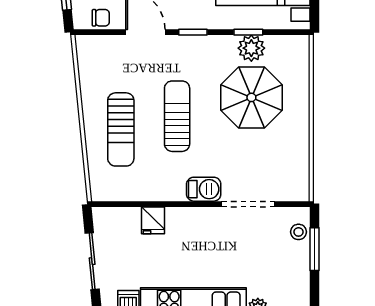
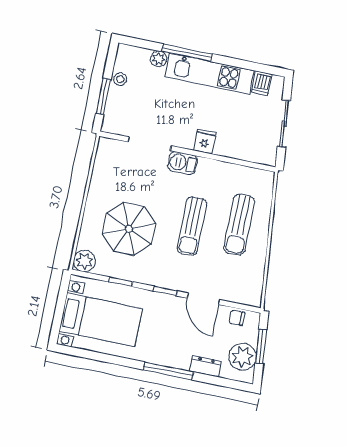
plant: (251, 48) -> (84, 261), moved
sun lounger: (121, 129) -> (239, 225), turned 180
fridge: (153, 220) -> (205, 141), moved
stool: (299, 232) -> (120, 79), moved

